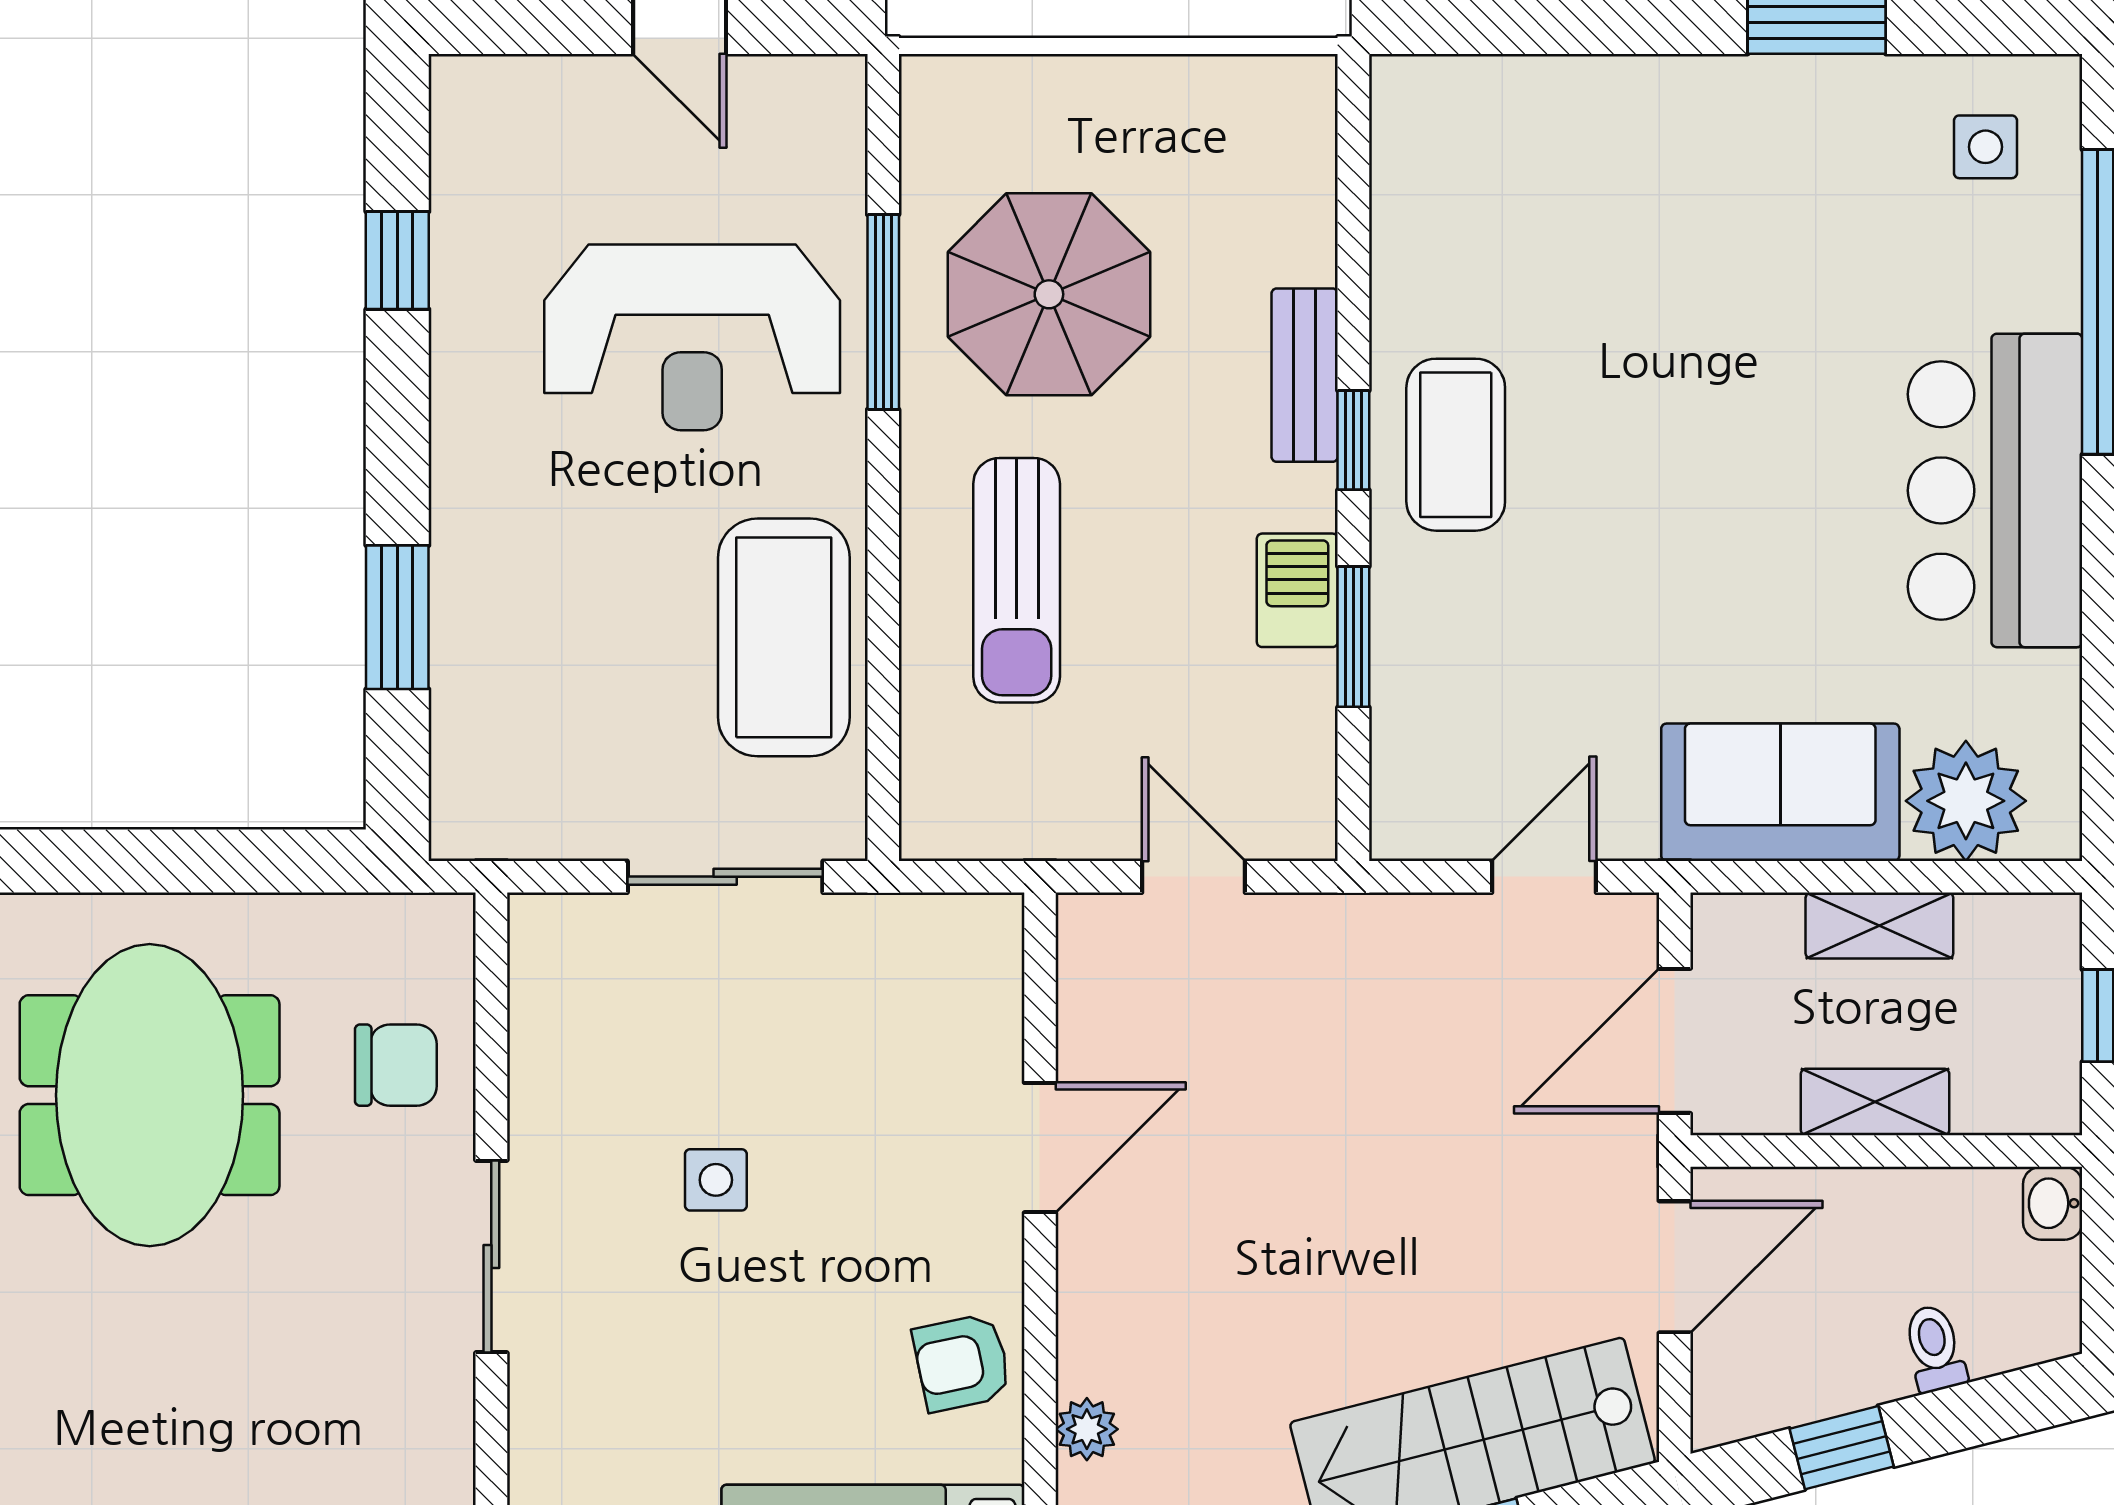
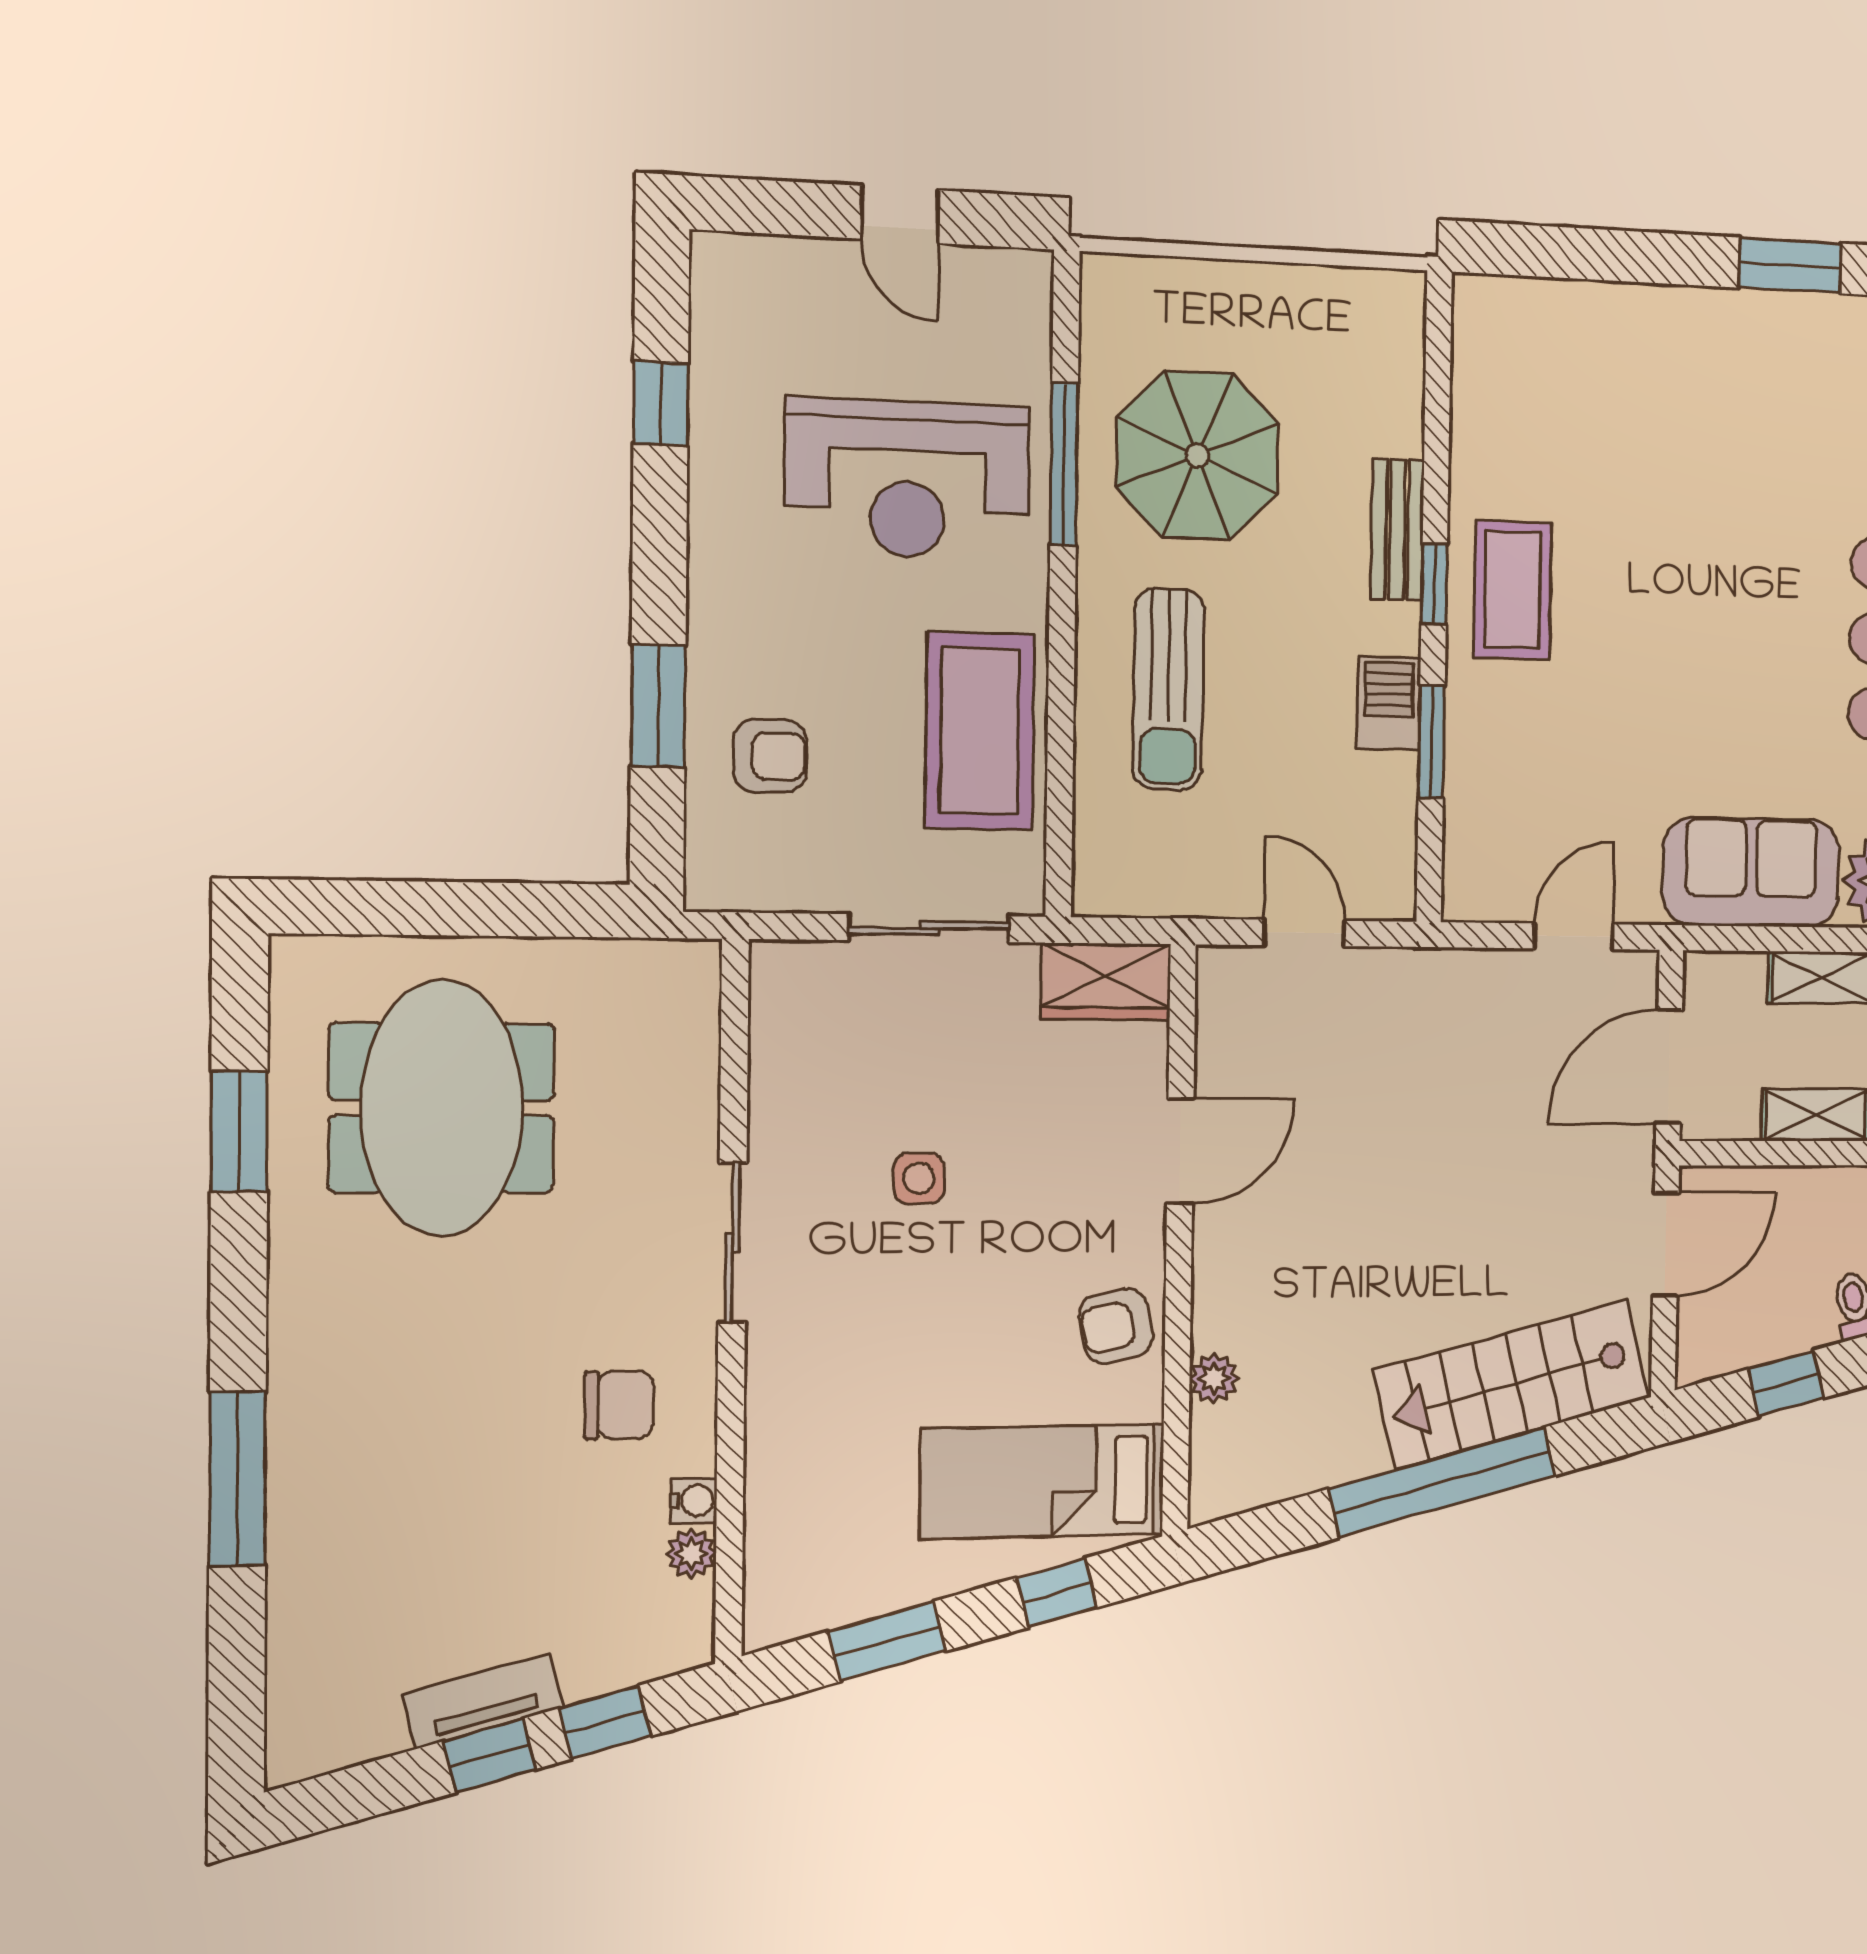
armchair: (530, 673) -> (770, 756), added
wardrobe: (944, 939) -> (1106, 981), added
chair: (396, 1065) -> (619, 1405), moved

